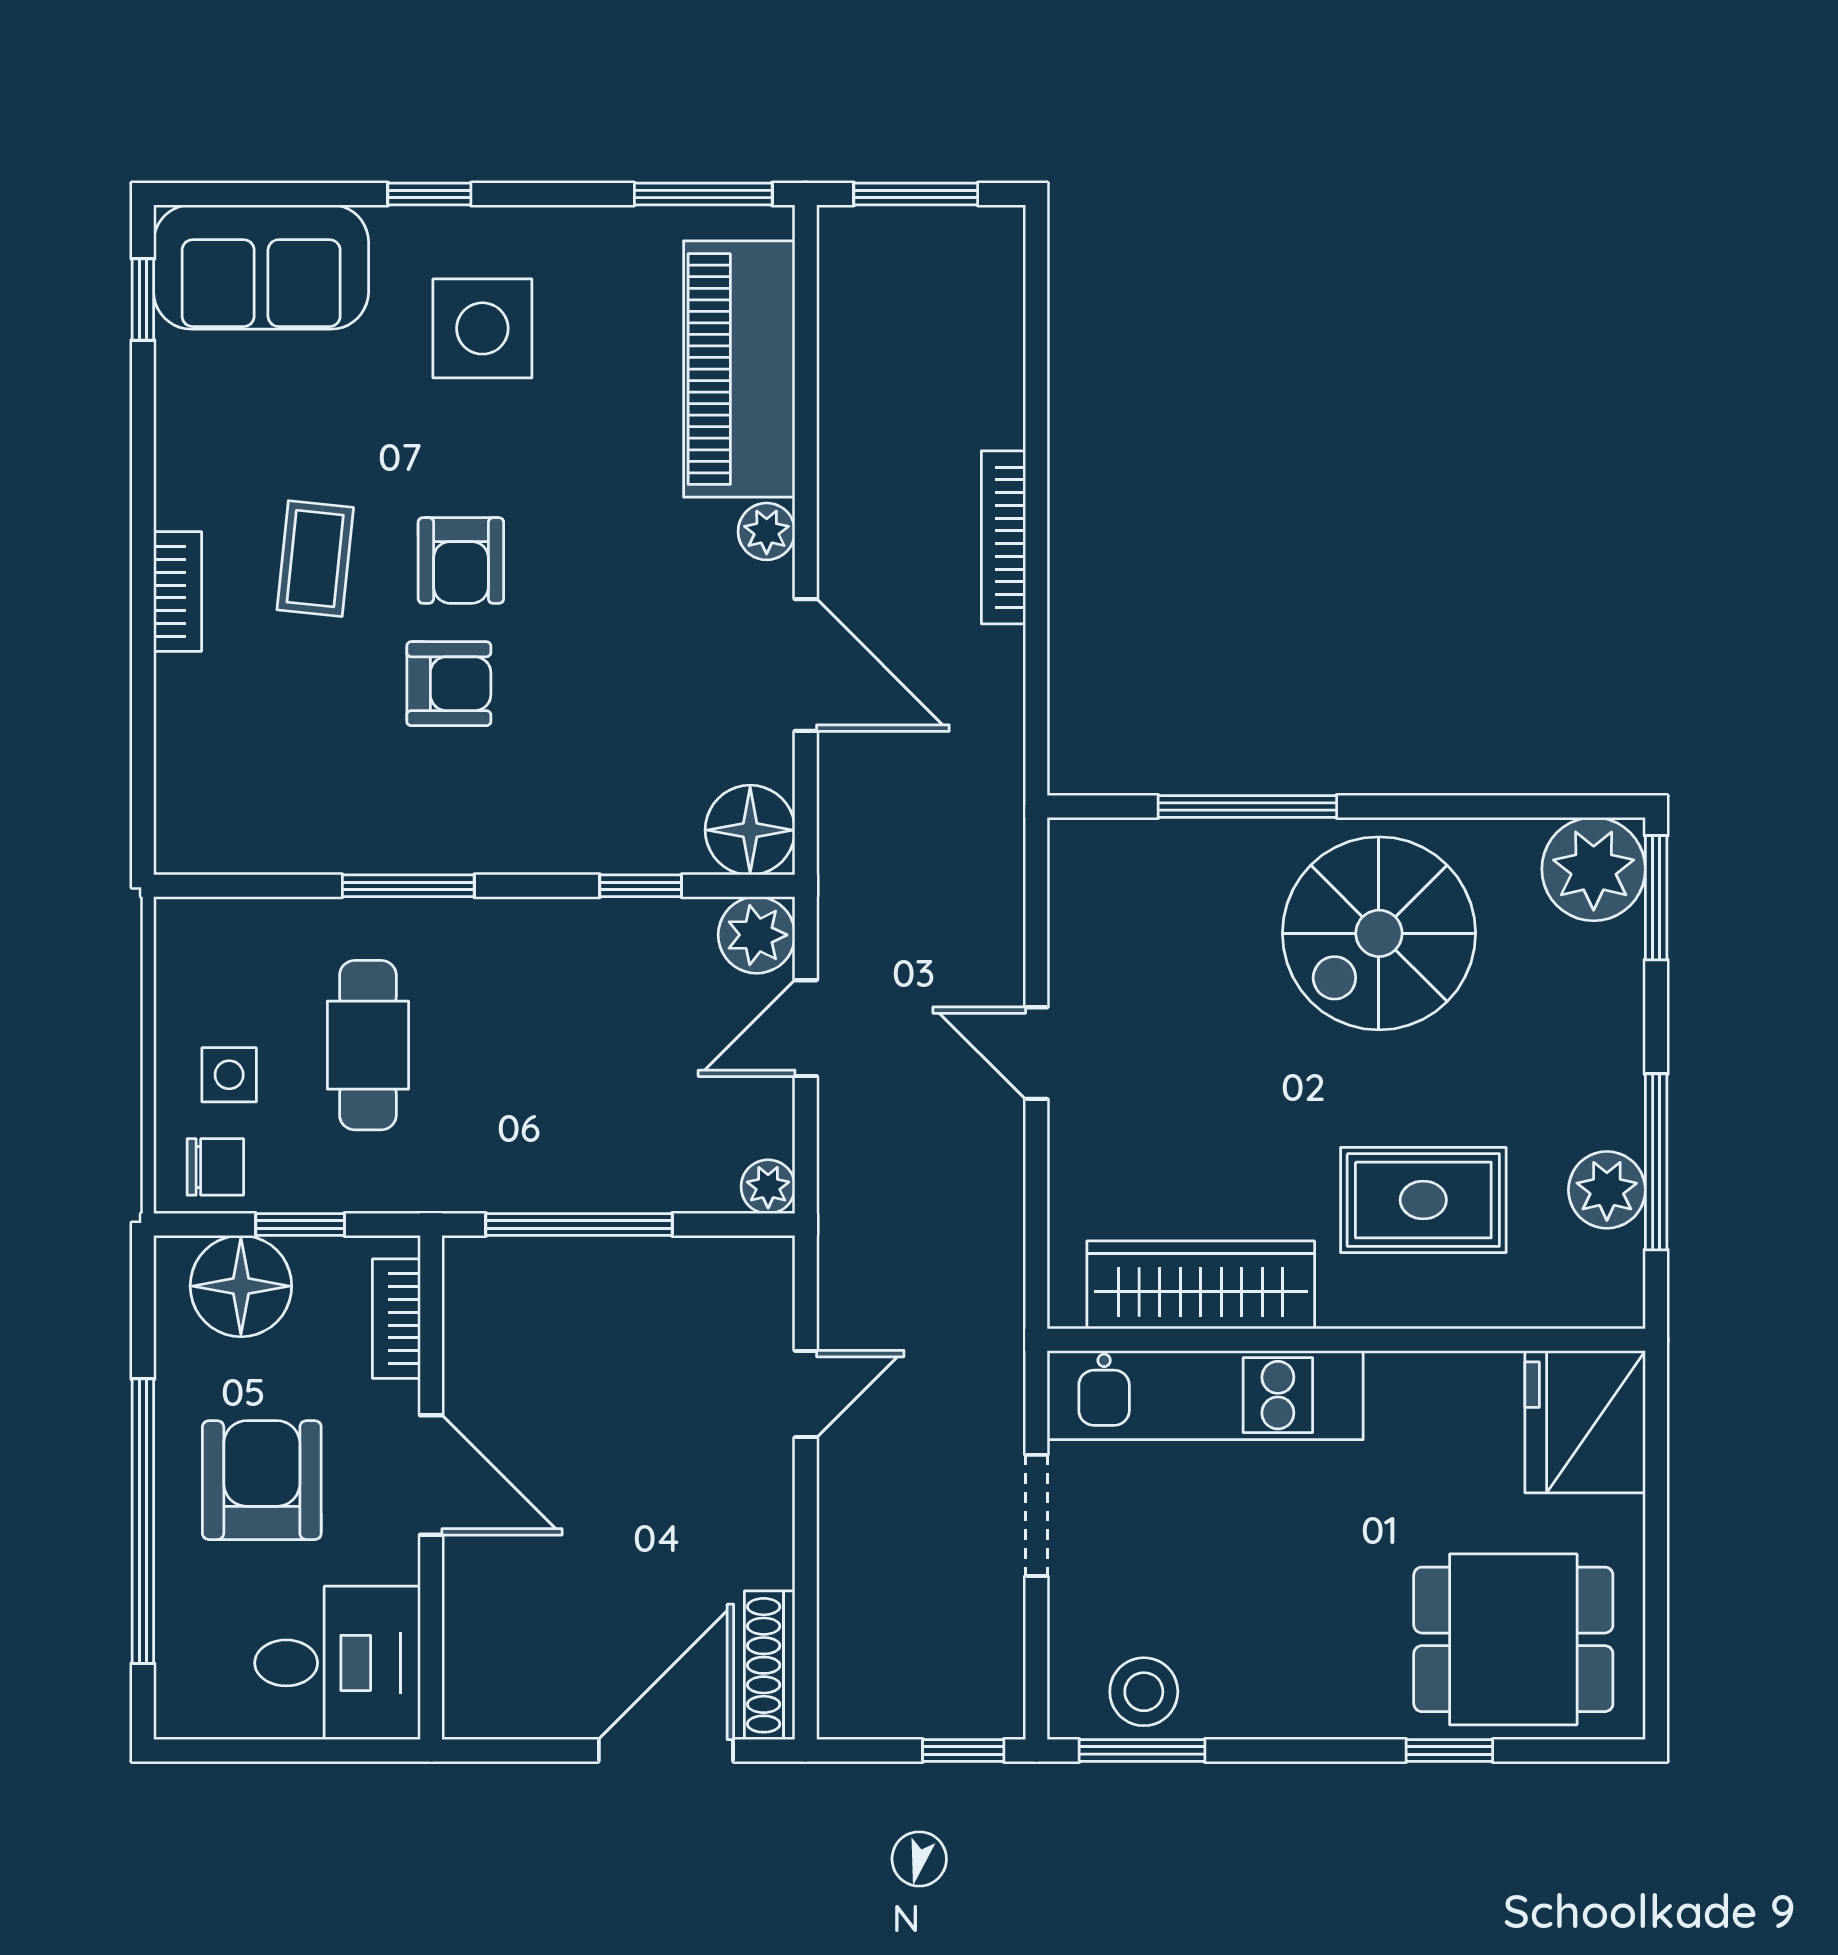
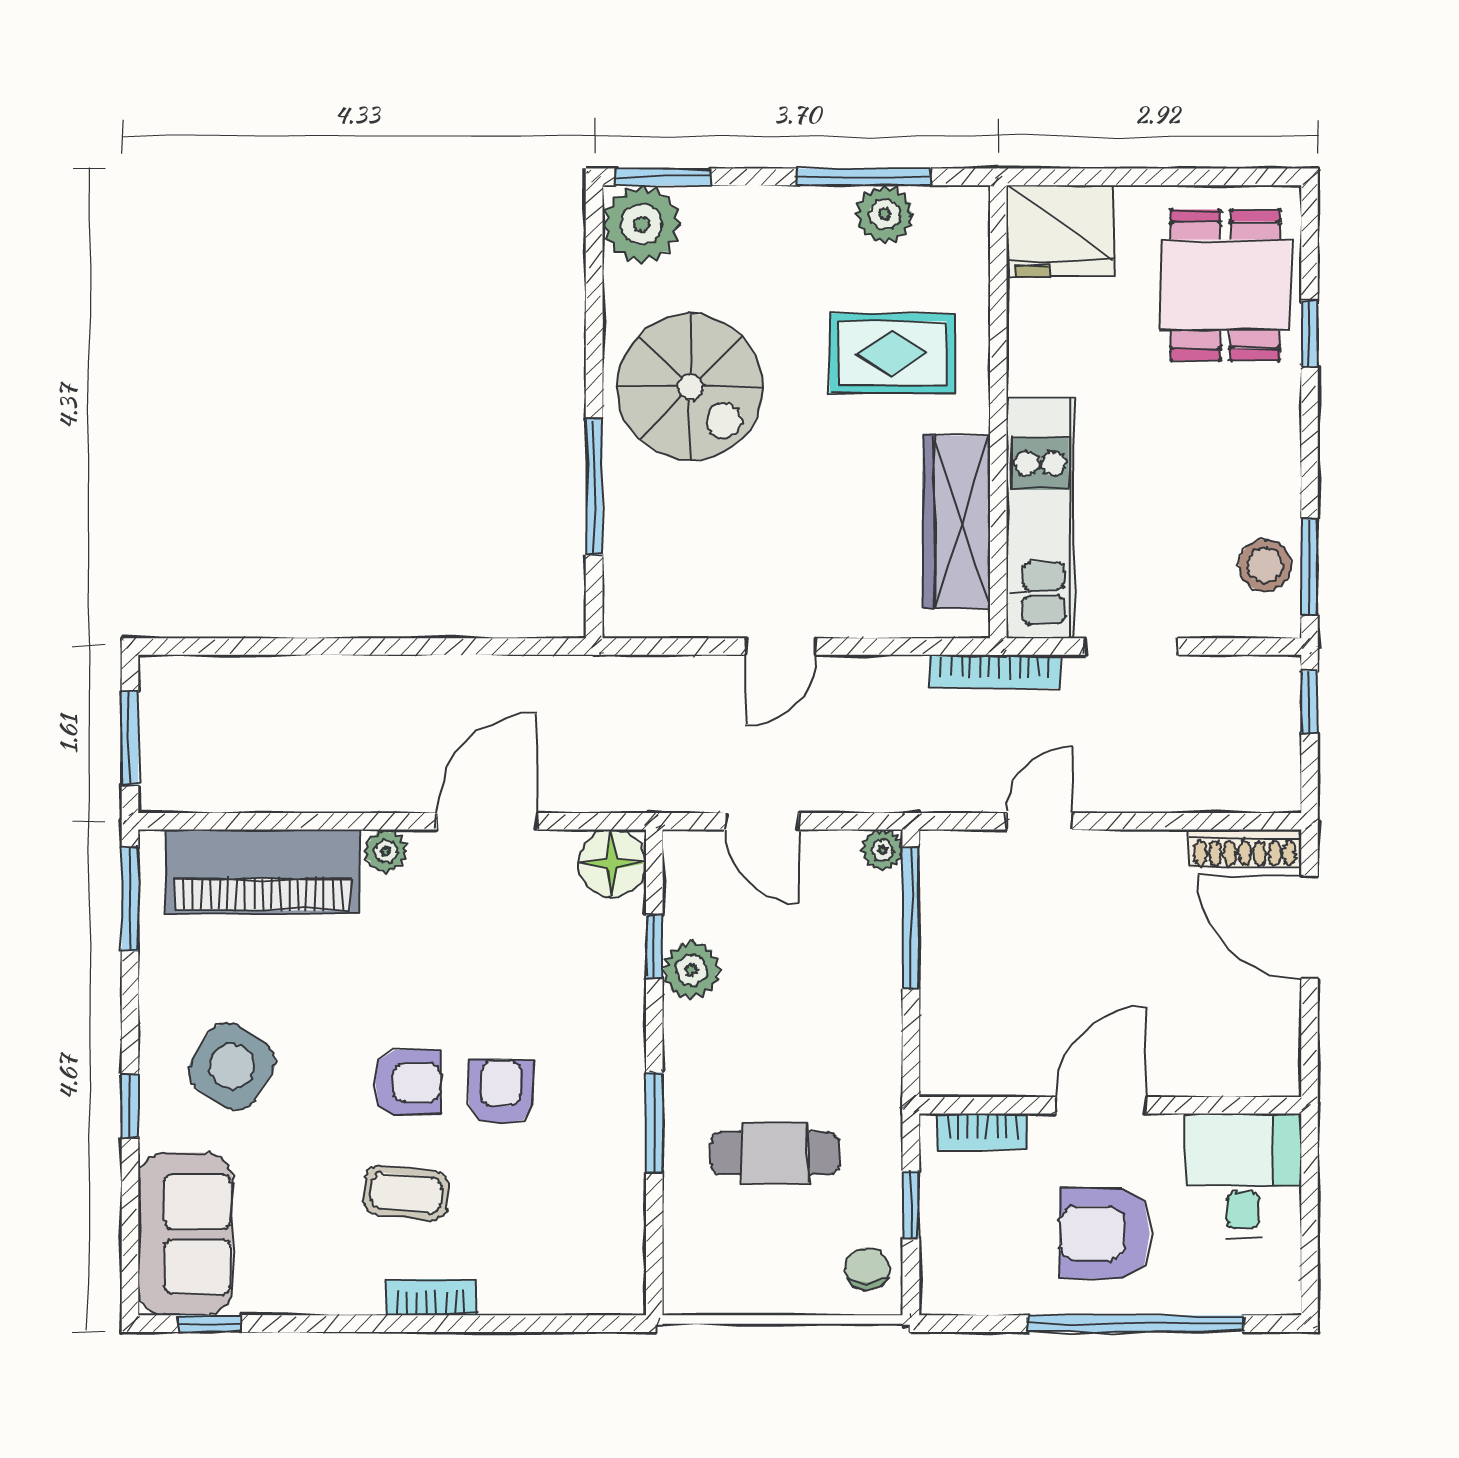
side table: (482, 328) -> (232, 1066), turned 33
bookcase: (1003, 537) -> (995, 671), moved
plant: (757, 935) -> (691, 970), moved
side table: (229, 1075) -> (797, 1258), removed
rug: (1423, 1200) -> (892, 353), turned 90
window: (579, 1224) -> (911, 918), moved
floor lamp: (241, 1286) -> (958, 1249), removed
door: (806, 1394) -> (1039, 821), hinge flipped

